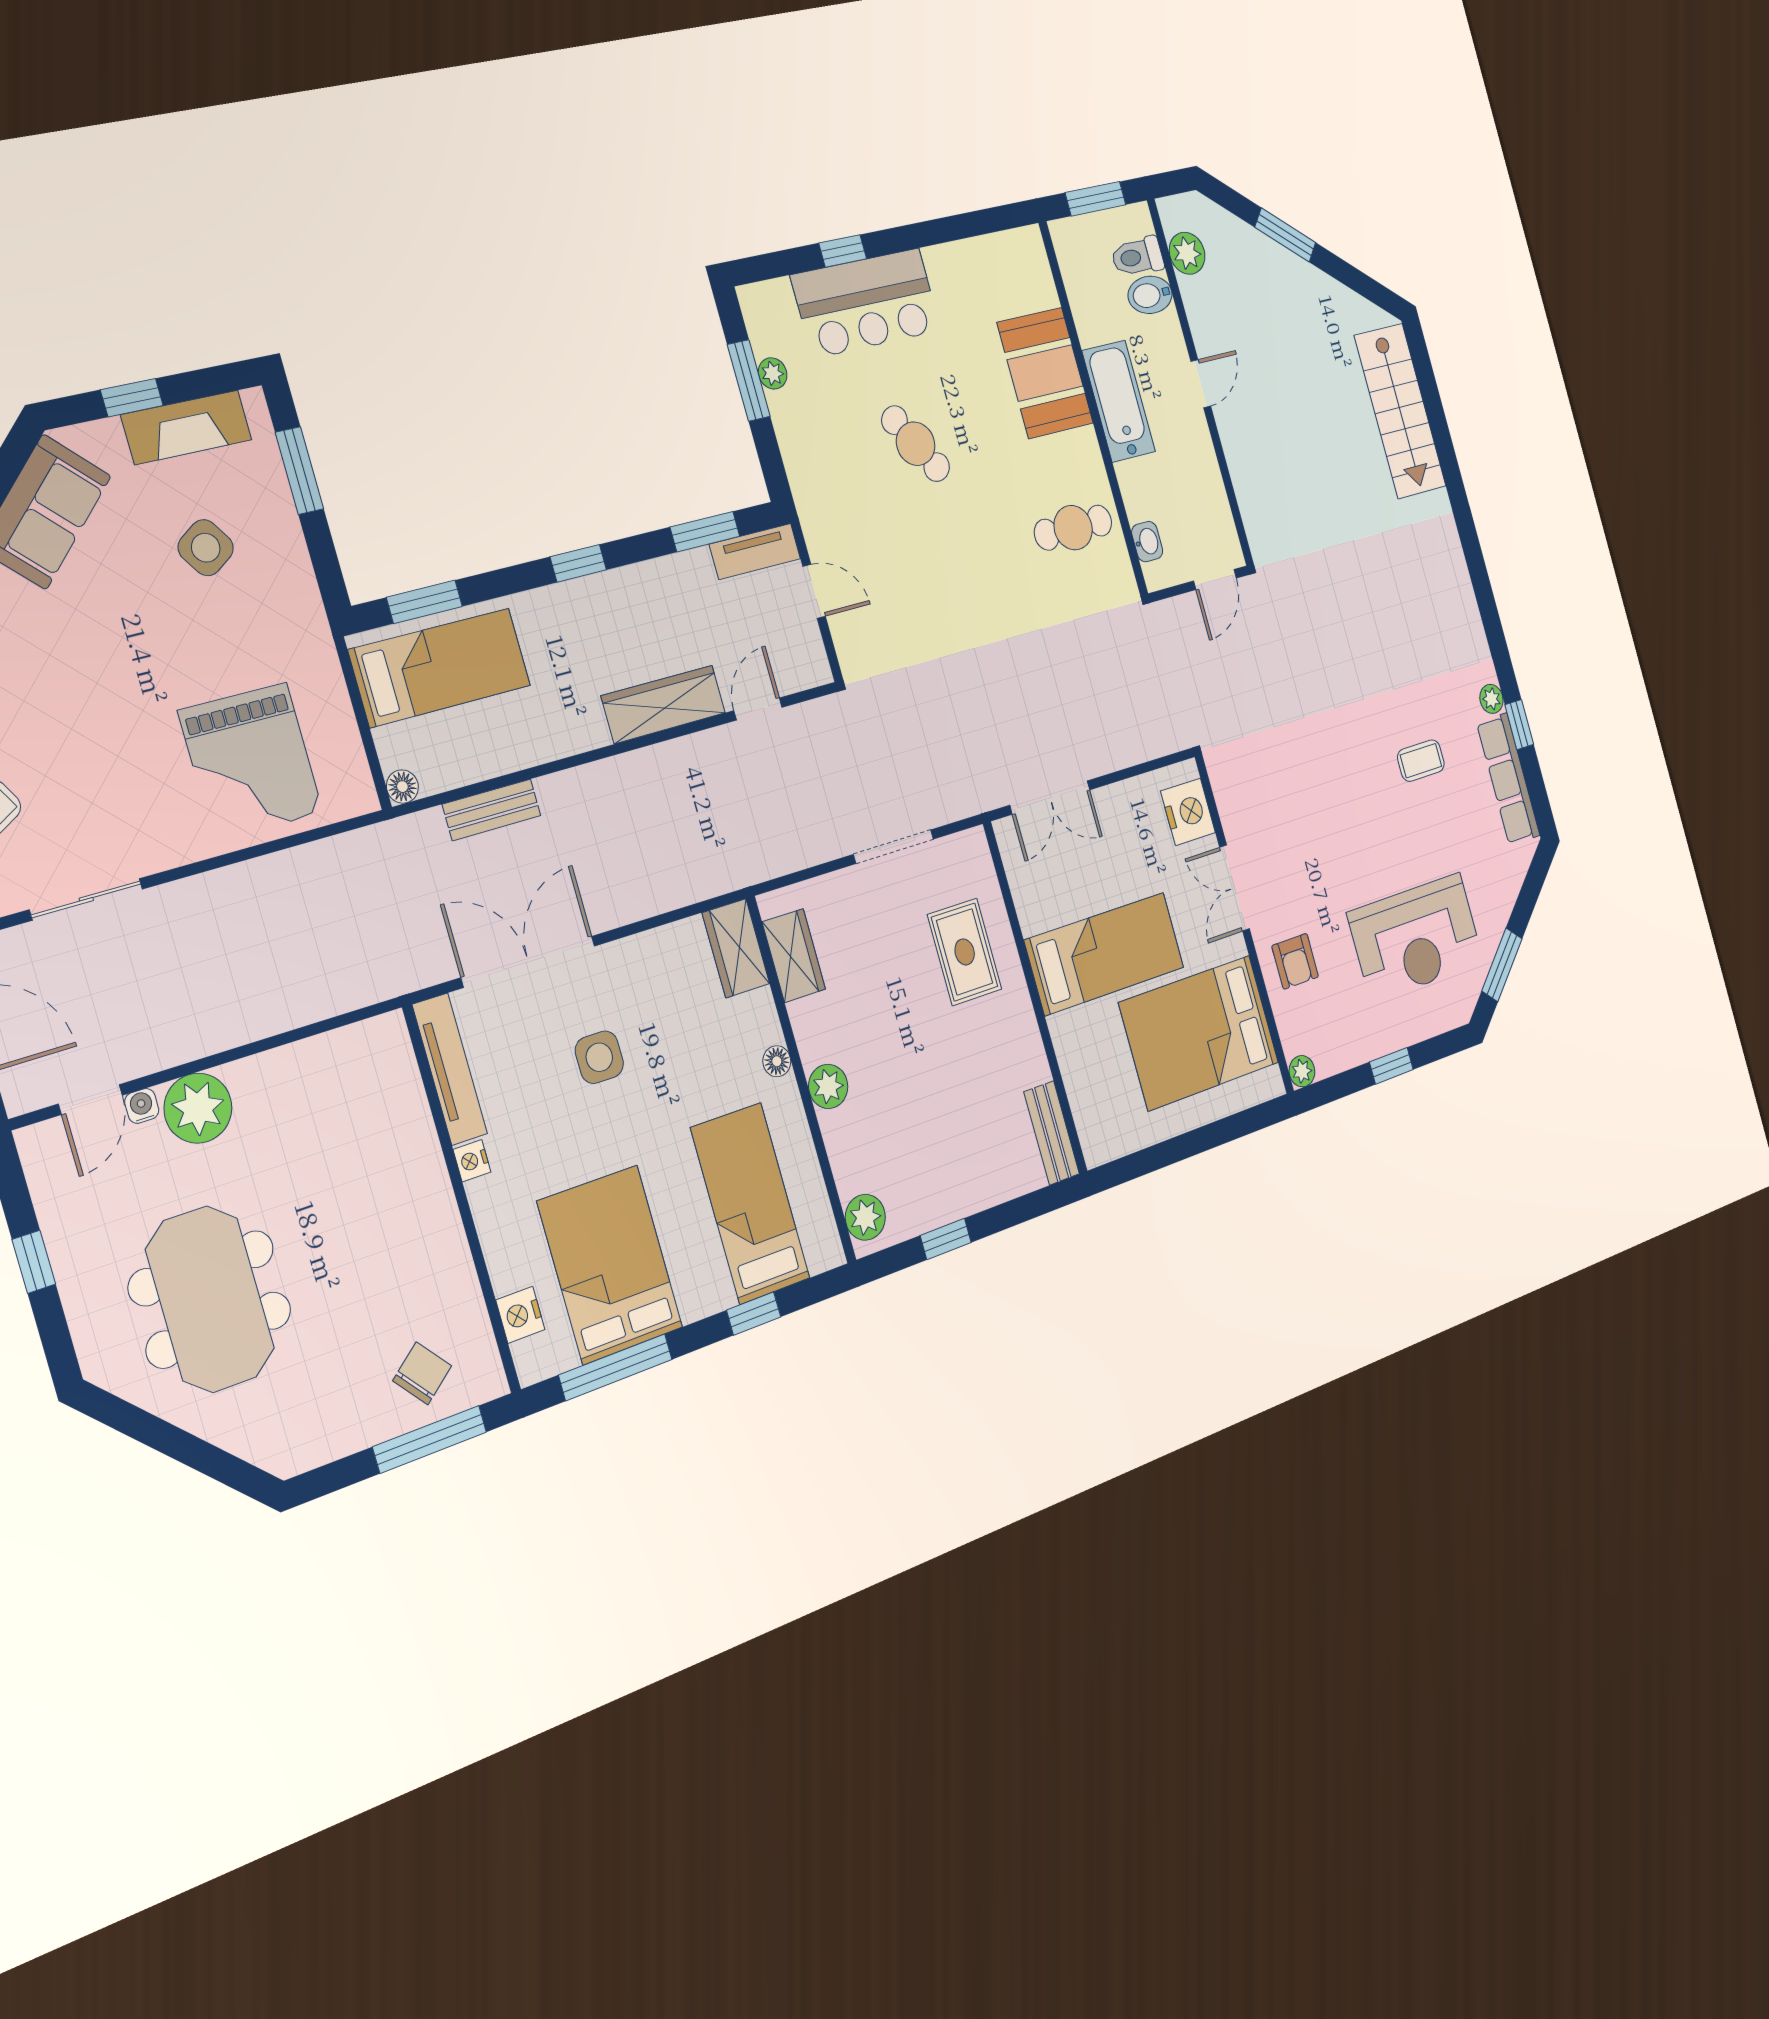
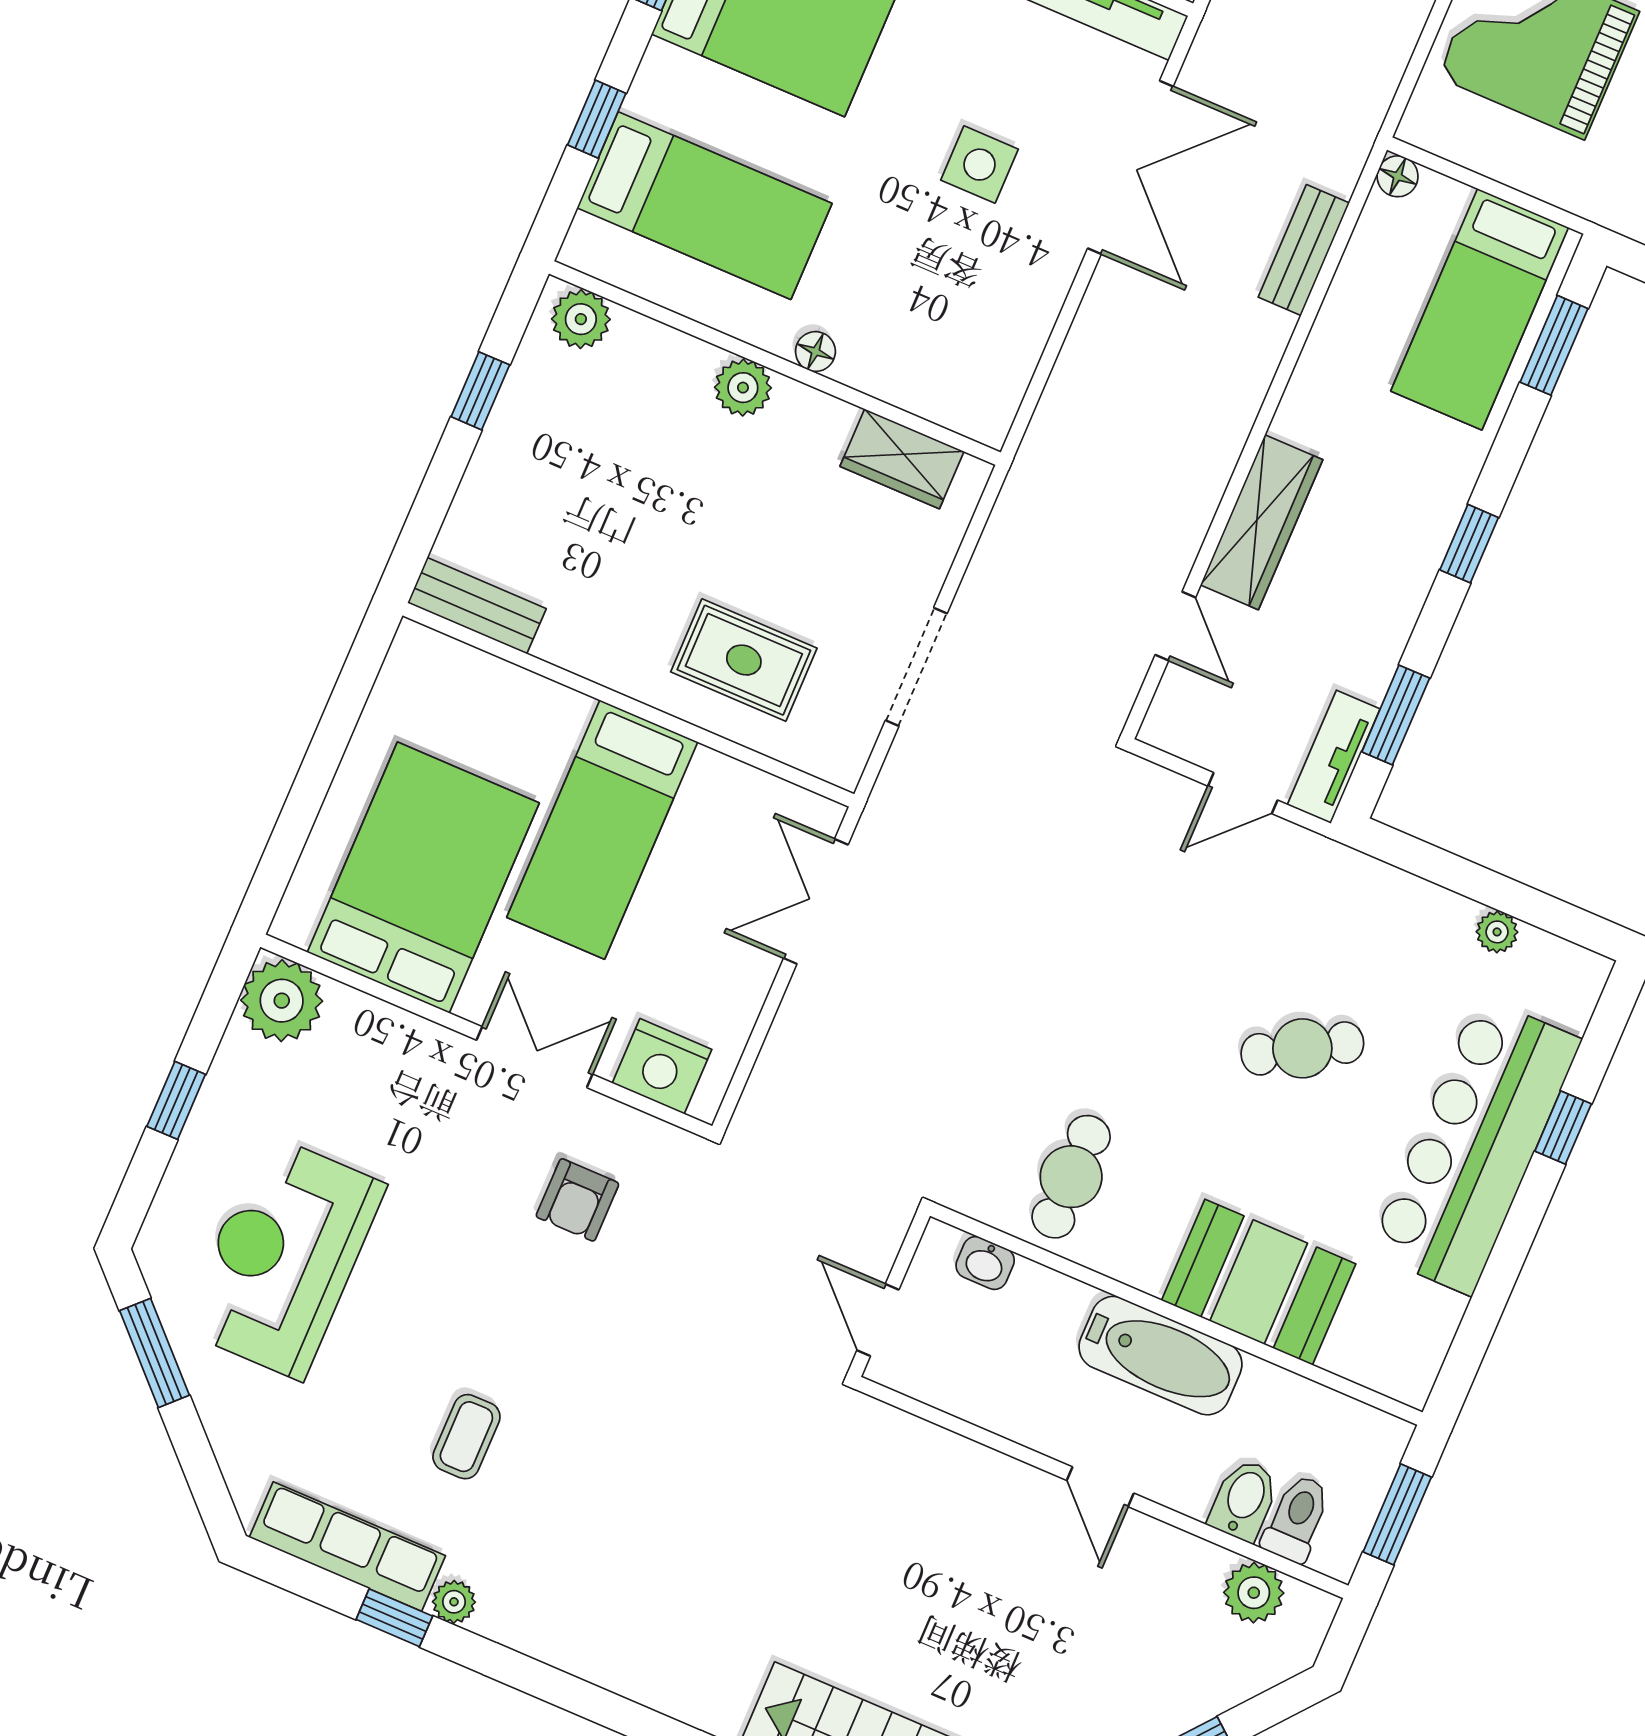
bar counter: (866, 303) -> (1475, 1146), width x1.36
window: (749, 380) -> (1510, 897), removed
wardrobe: (736, 948) -> (962, 400), removed
armchair: (1295, 961) -> (577, 1200), moved, turned -90
plant: (1302, 1071) -> (282, 1001), width x1.88, depth x1.88

